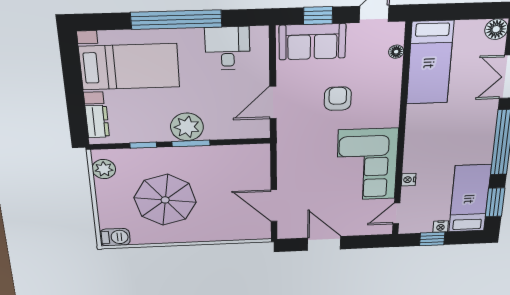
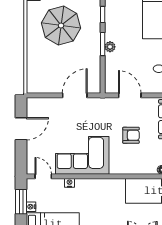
plant: (187, 127) -> (110, 47), width x0.53, depth x0.53
door: (274, 206) -> (75, 95), moved
window: (432, 239) -> (21, 202), width x1.50

